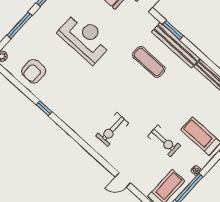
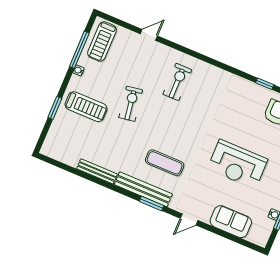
window: (44, 108) -> (265, 84), moved
exercise bike: (164, 141) -> (131, 104), moved, turned 81

